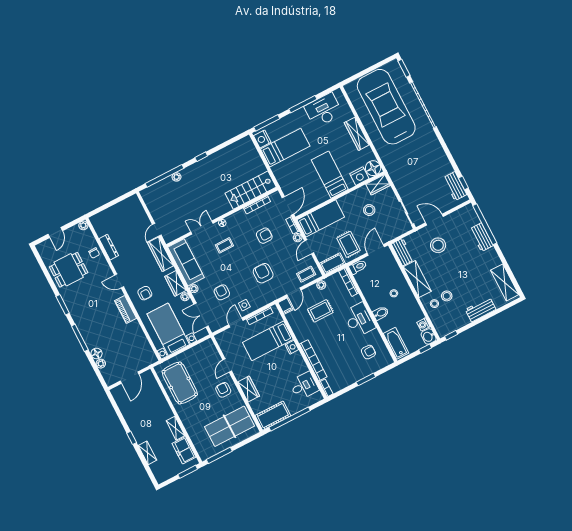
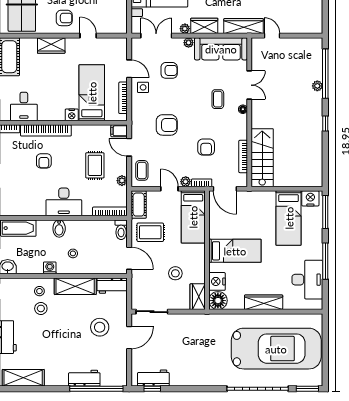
washing machine: (423, 324) -> (50, 268), moved
armchair: (368, 352) -> (44, 161), moved

